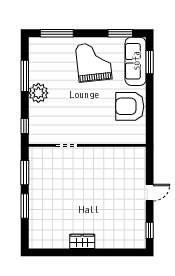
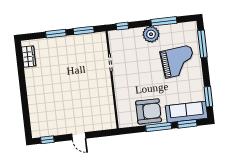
grand piano: (94, 62) -> (178, 62), moved
window: (150, 96) -> (159, 127), added
armchair: (130, 106) -> (149, 111), turned 90
wardrobe: (82, 241) -> (29, 57), moved

